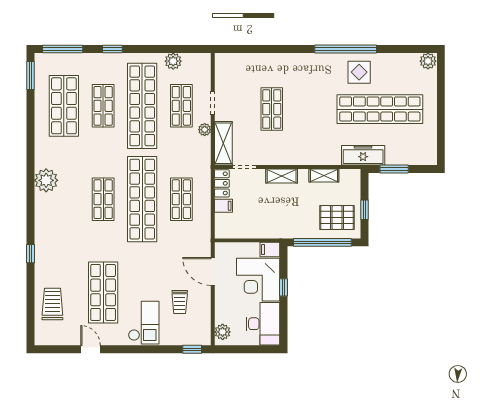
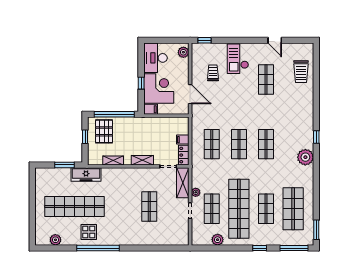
plant: (428, 61) -> (55, 240), moved
shop shelf: (142, 199) -> (239, 144), width x0.50, depth x0.74
pallet: (337, 218) -> (104, 131), turned 90
window: (31, 254) -> (316, 137), moved
shop shelf: (103, 292) -> (266, 80), width x0.70, depth x0.74

